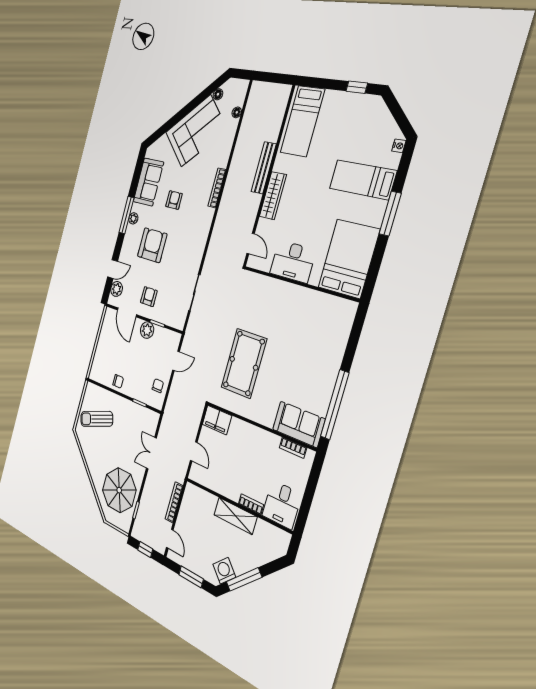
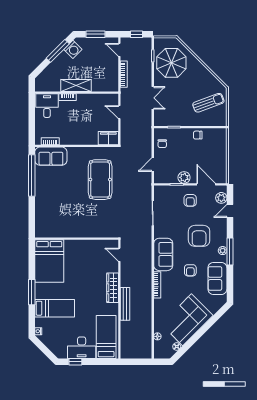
sofa: (198, 230) -> (163, 254), added
desk: (293, 261) -> (82, 348), moved, turned 180

